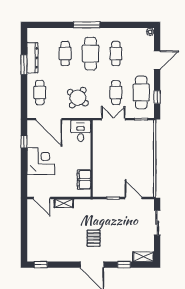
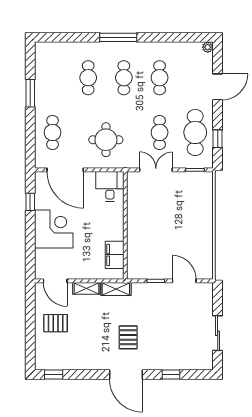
cafe table: (91, 54) -> (124, 78), width x0.73, depth x0.74
dresser: (32, 58) -> (42, 84), removed
round table: (78, 98) -> (106, 140), turned -36
sliding door: (157, 223) -> (218, 333), moved
pallet: (42, 228) -> (56, 323), added
shelving: (143, 257) -> (116, 289), moved

